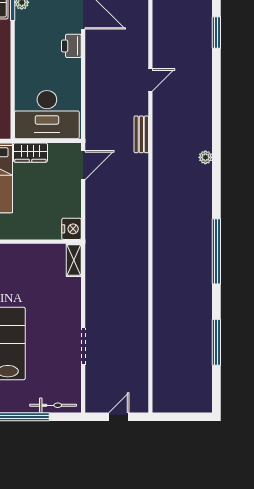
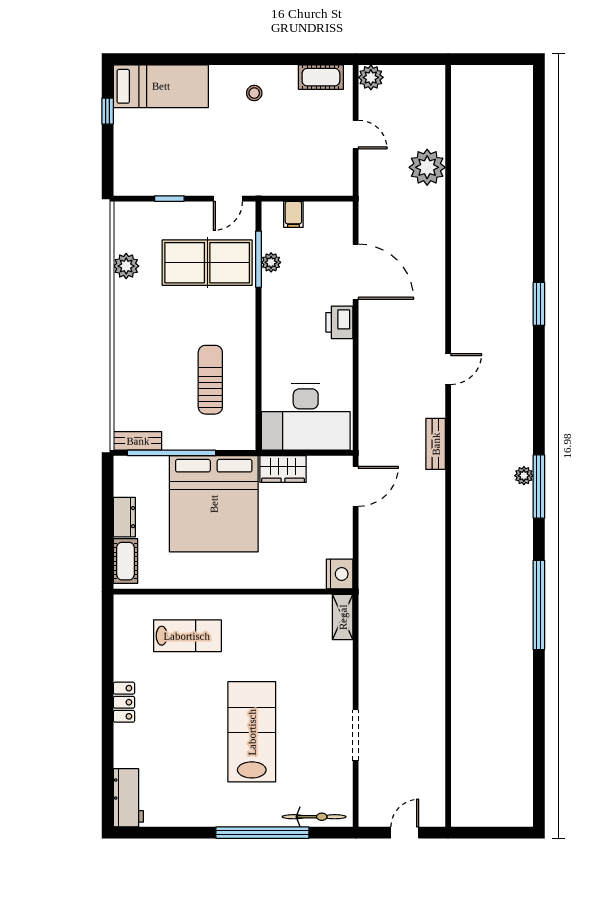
window: (216, 342) -> (539, 487), moved

